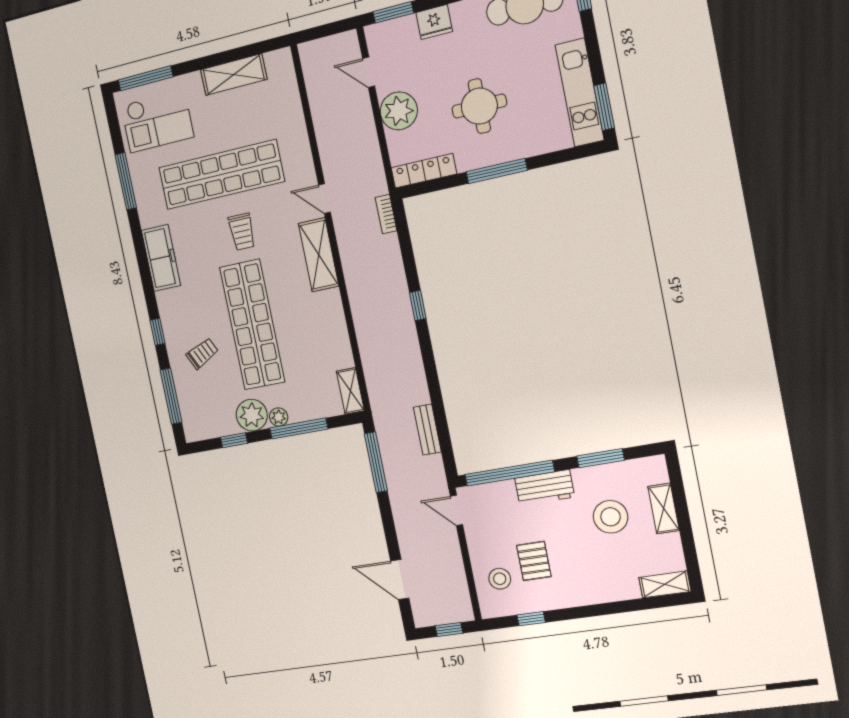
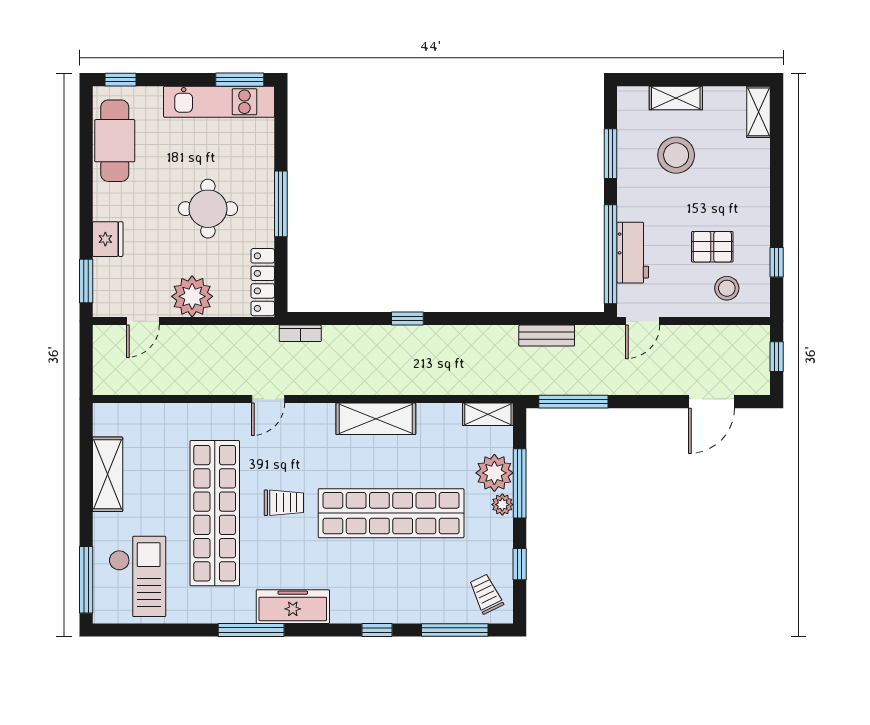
window: (126, 181) -> (251, 630), moved
shelving: (319, 255) -> (376, 419), moved
trolley: (202, 353) -> (486, 594), moved
plant: (252, 415) -> (494, 473), moved
workbench: (544, 488) -> (633, 253), moved

